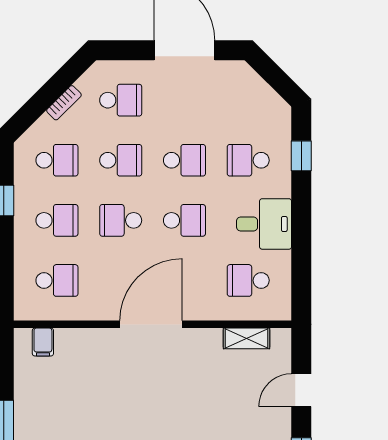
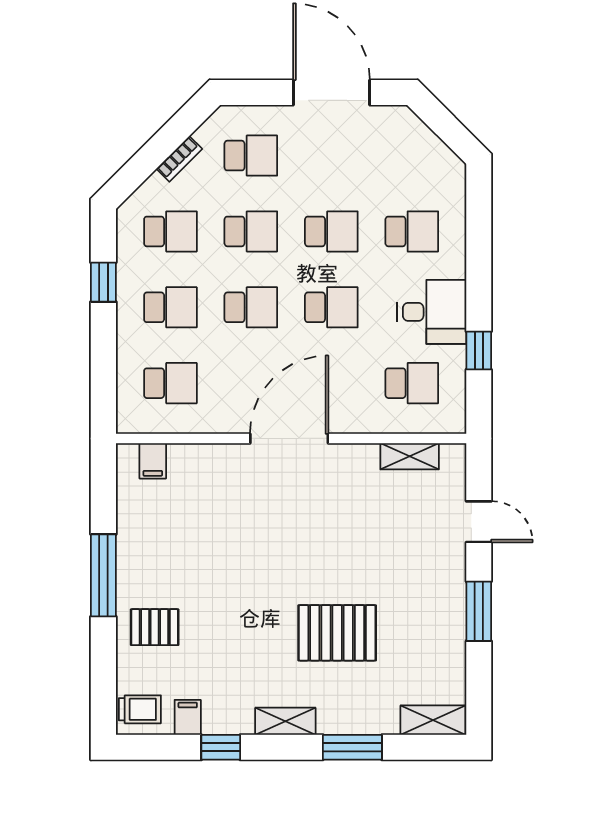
window: (301, 156) -> (479, 351), moved
school desk: (248, 160) -> (412, 231), turned 180
school desk: (121, 220) -> (251, 307), turned 180
school desk: (248, 280) -> (412, 383), turned 180
door: (301, 390) -> (479, 522), swing flipped

